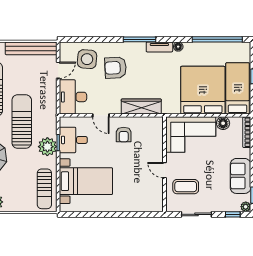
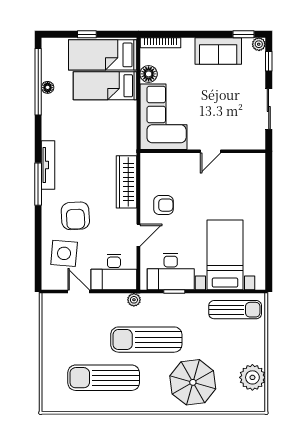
tv unit: (159, 47) -> (48, 165), width x1.41
floor lamp: (178, 47) -> (48, 87), moved
bench: (31, 48) -> (50, 327), removed
bed: (203, 90) -> (105, 86), width x0.49
desk: (73, 140) -> (171, 272), width x1.37
plant: (47, 147) -> (134, 300), moved, width x0.53, depth x0.53
coffee table: (186, 187) -> (232, 123), removed

